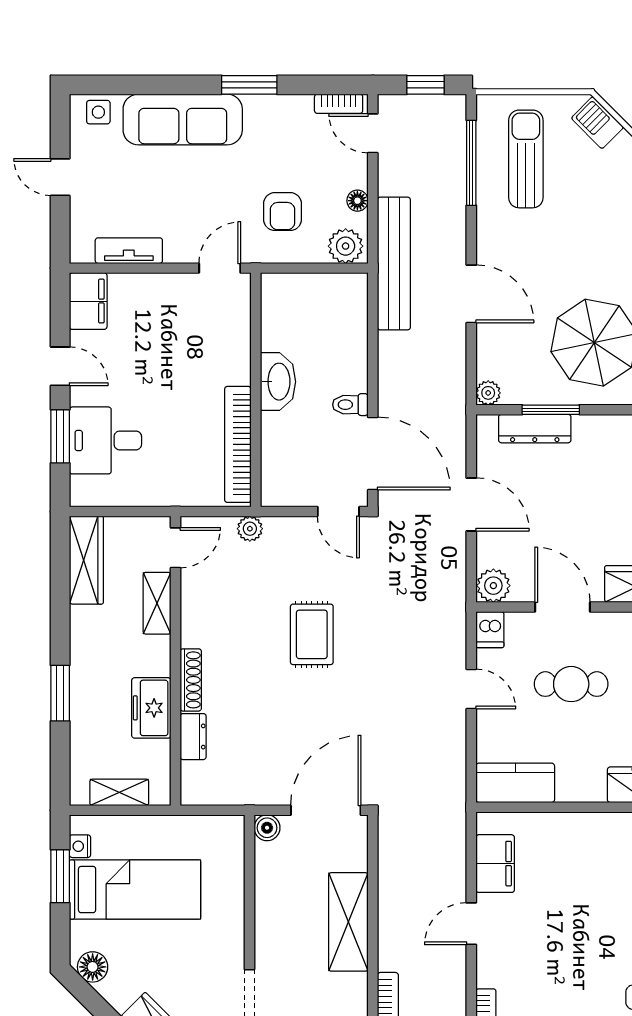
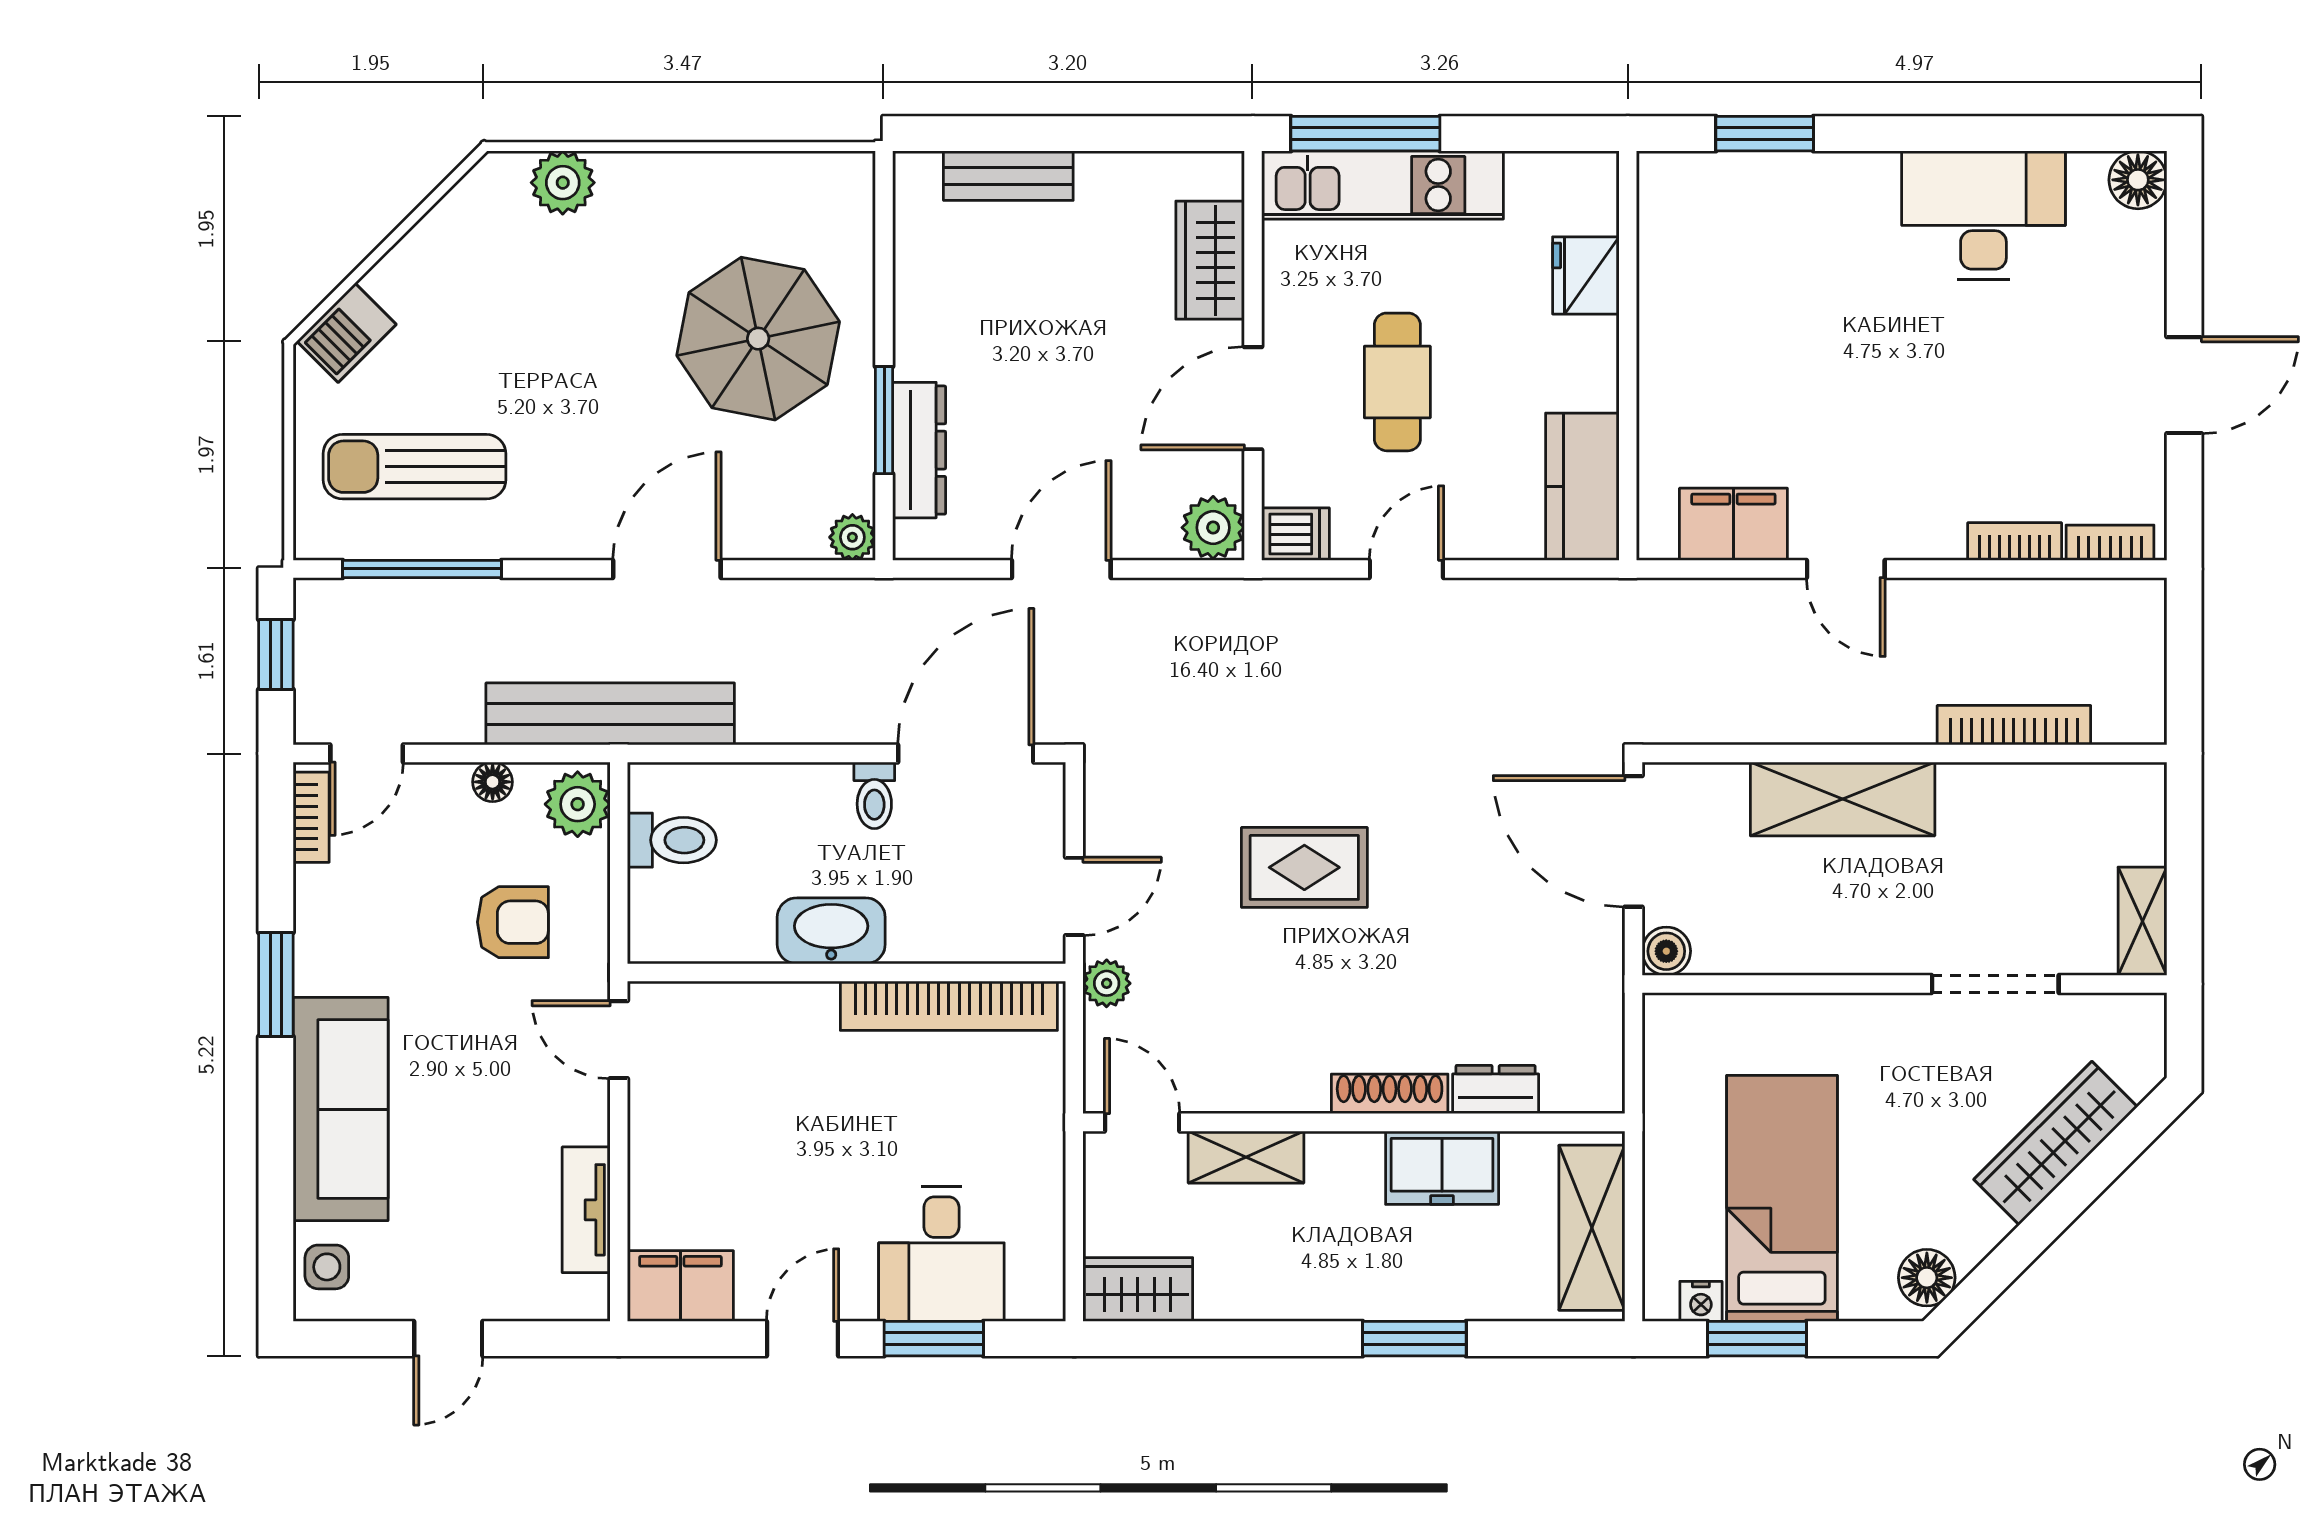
toilet: (326, 296) -> (672, 840), added
door: (338, 511) -> (1074, 896), moved
wardrobe: (86, 560) -> (1138, 1289), width x0.67
shelving: (119, 792) -> (1592, 1228), width x1.50, depth x1.33

